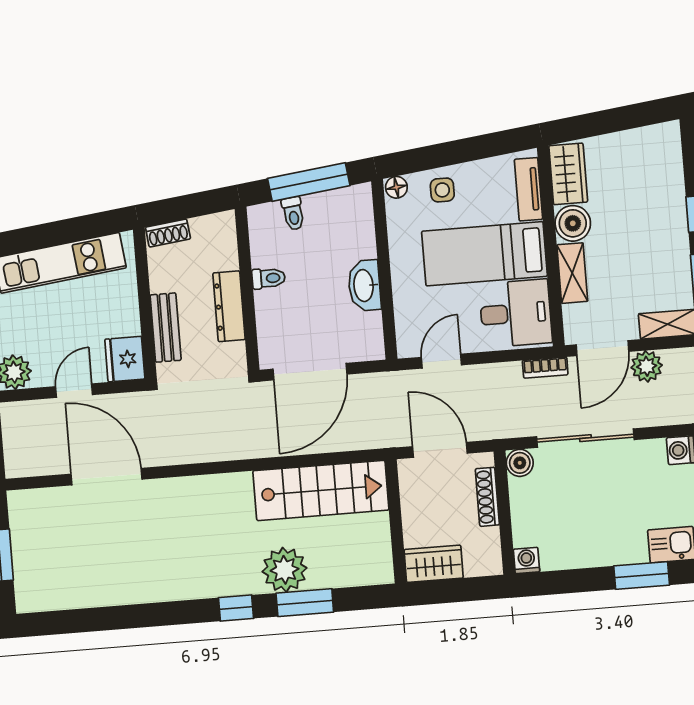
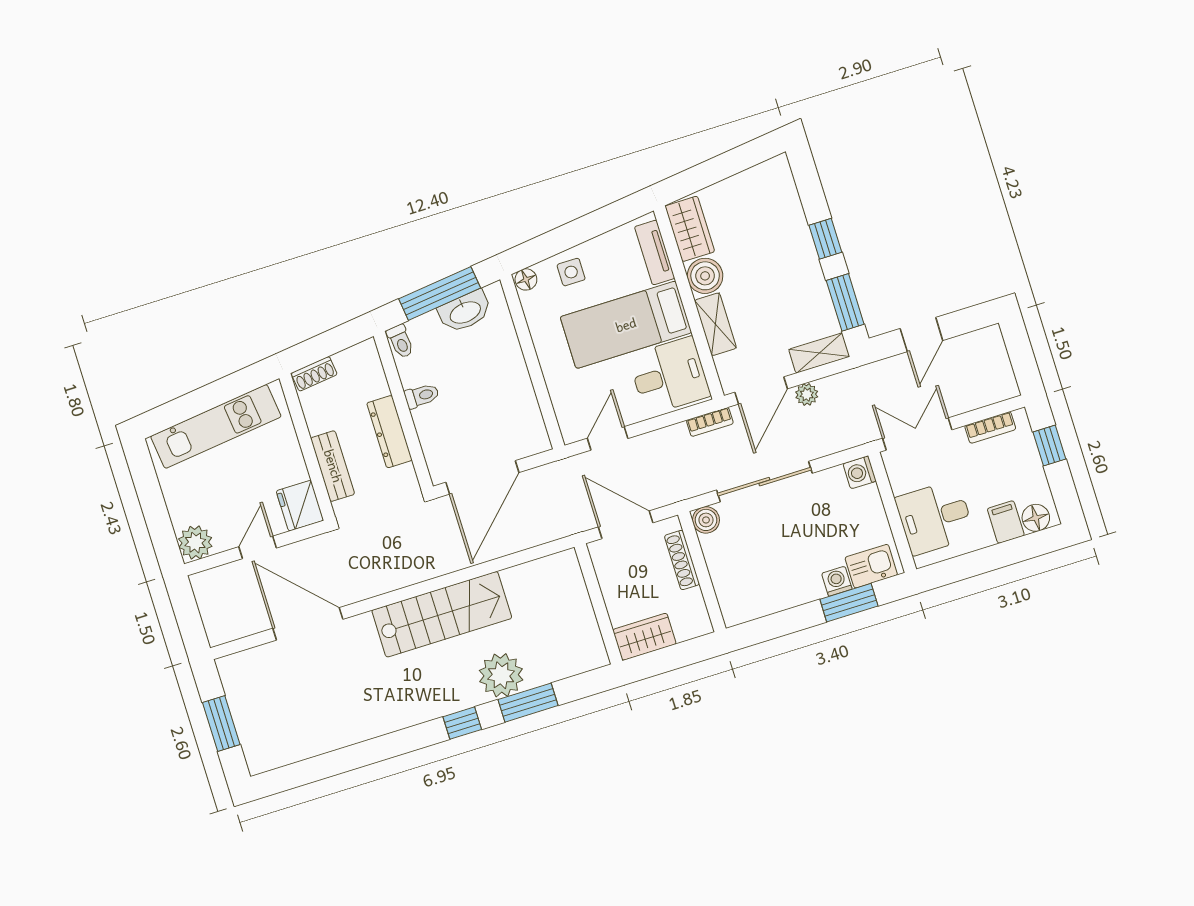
toilet: (293, 213) -> (401, 341), moved
washbasin: (364, 286) -> (465, 312), moved, turned -97
plant: (647, 366) -> (807, 394), width x0.73, depth x0.73
stairs: (321, 490) -> (442, 614), moved
washing machine: (527, 561) -> (837, 581), moved

